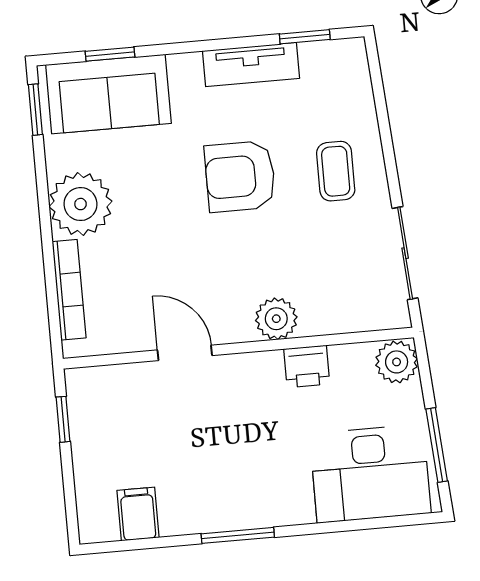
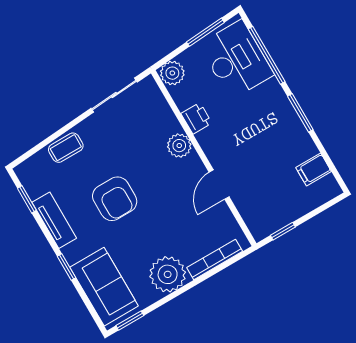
window: (110, 54) -> (66, 267), moved
coffee table: (336, 171) -> (66, 148), moved
window: (354, 525) -> (267, 55), added

